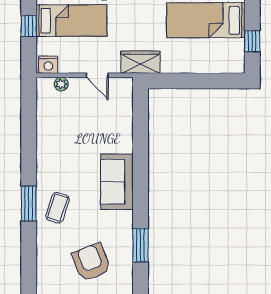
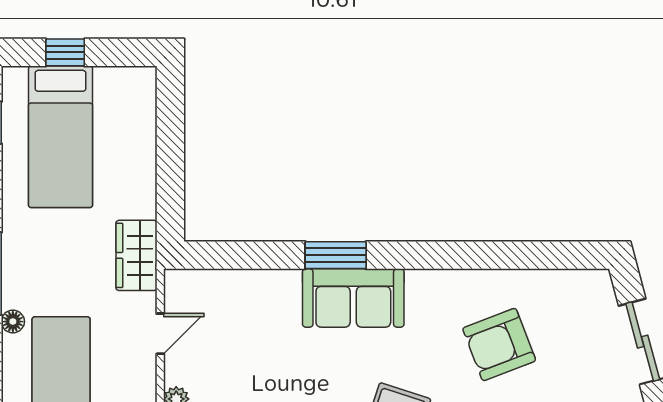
window: (252, 41) -> (65, 52), moved
window: (141, 245) -> (336, 255), moved

